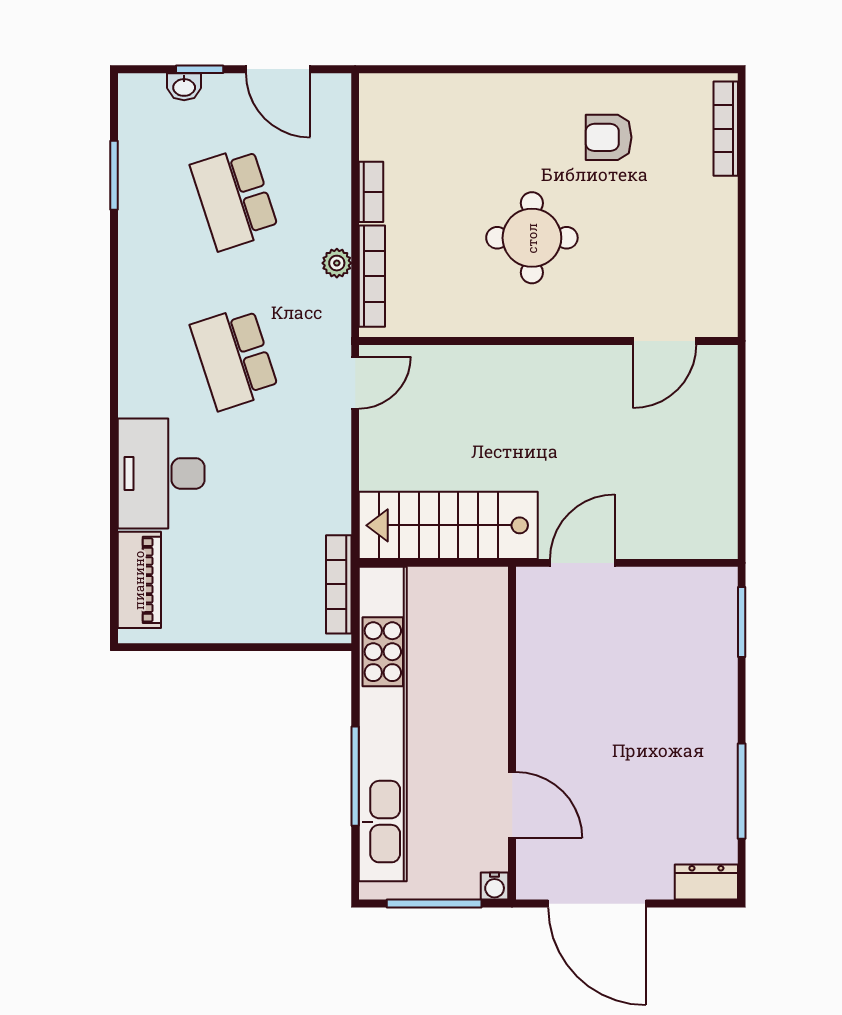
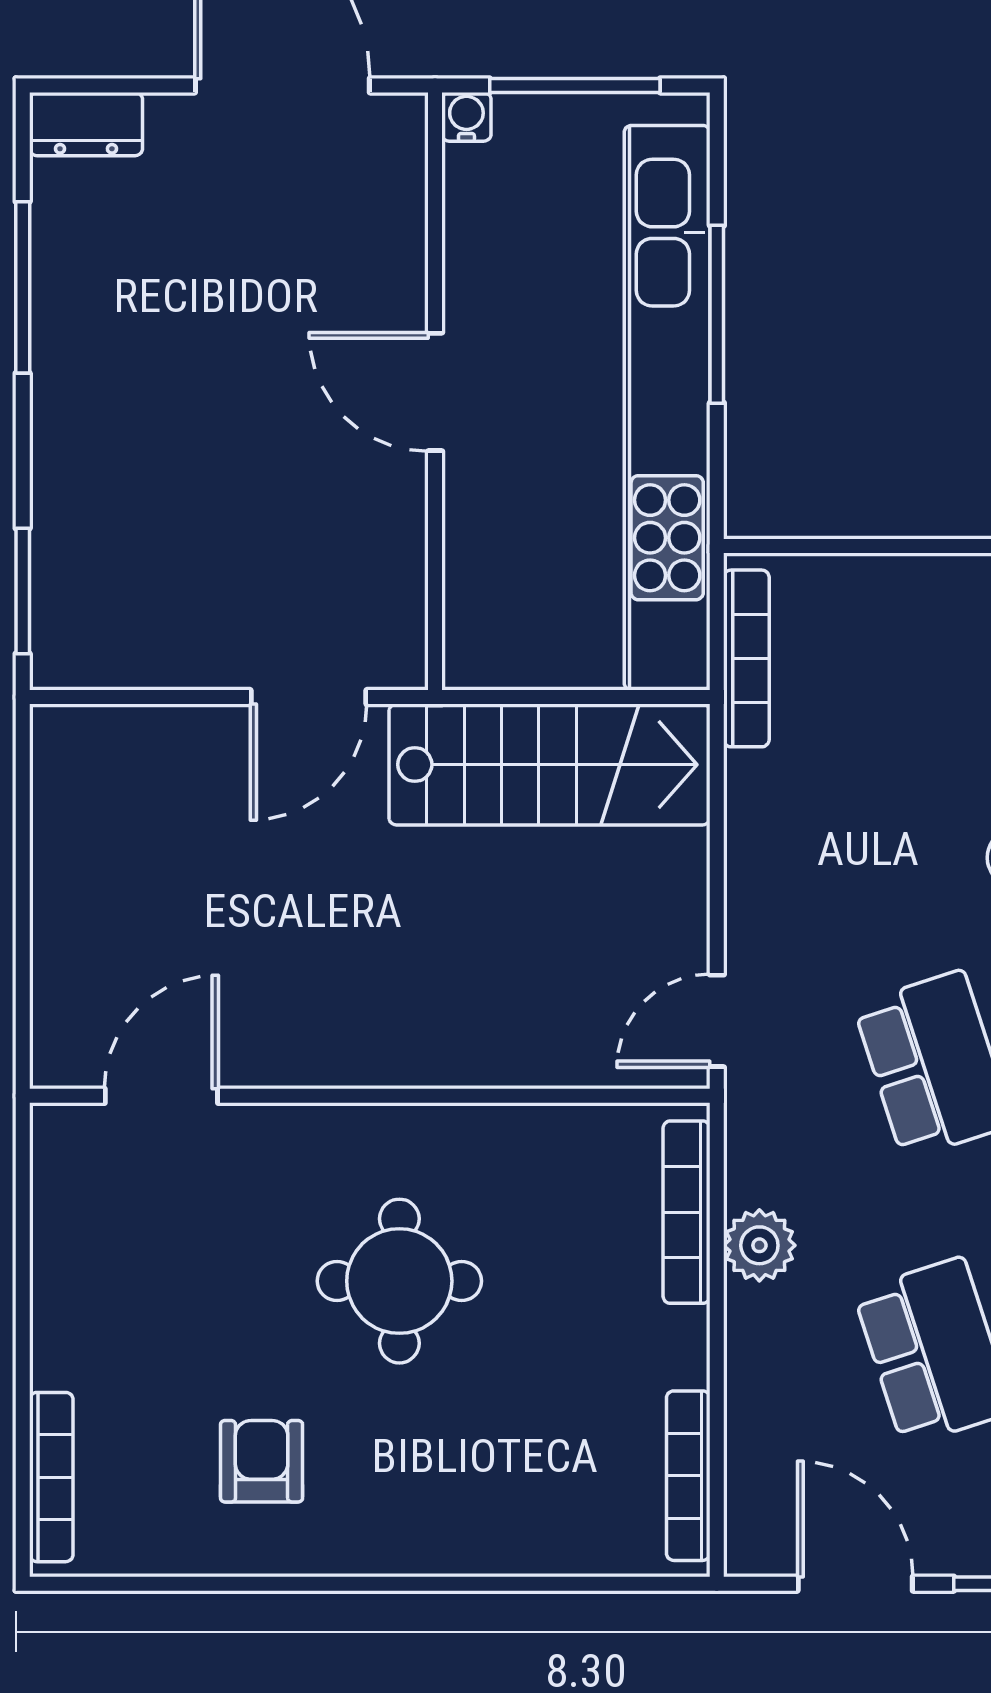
armchair: (609, 137) -> (262, 1461), turned -90
bookcase: (371, 192) -> (688, 1476), moved, width x1.56
plant: (337, 263) -> (759, 1245), width x1.38, depth x1.38
door: (512, 805) -> (435, 392), moved

